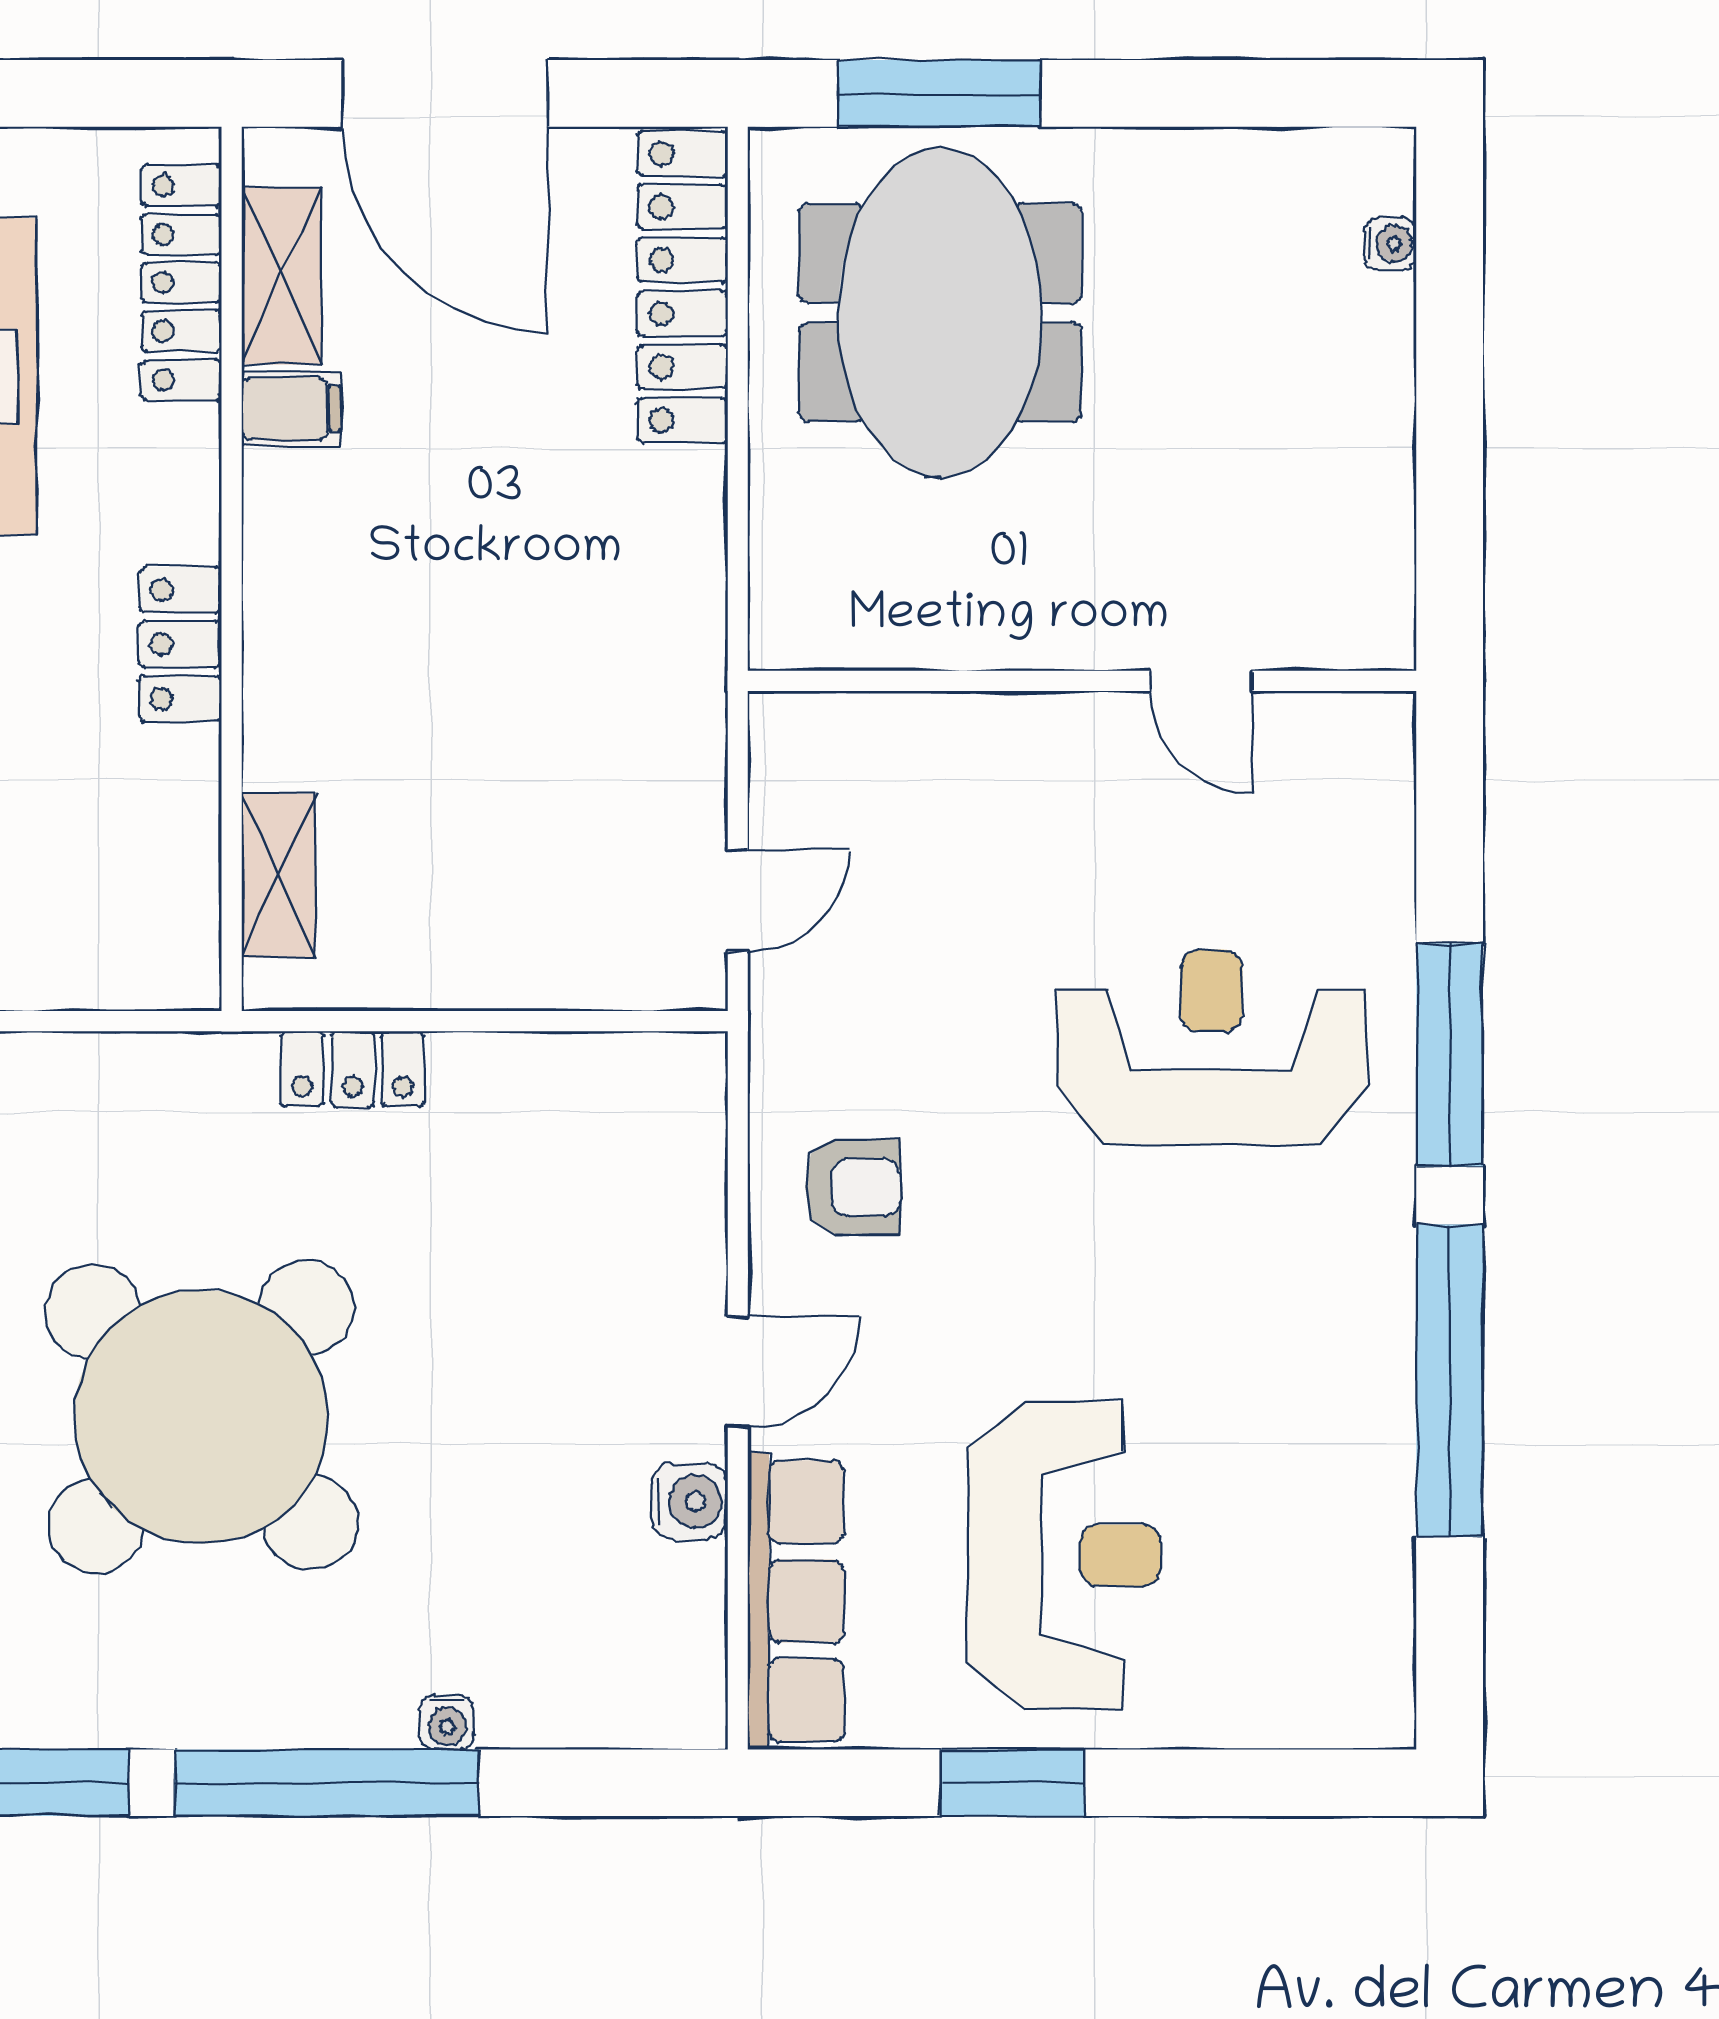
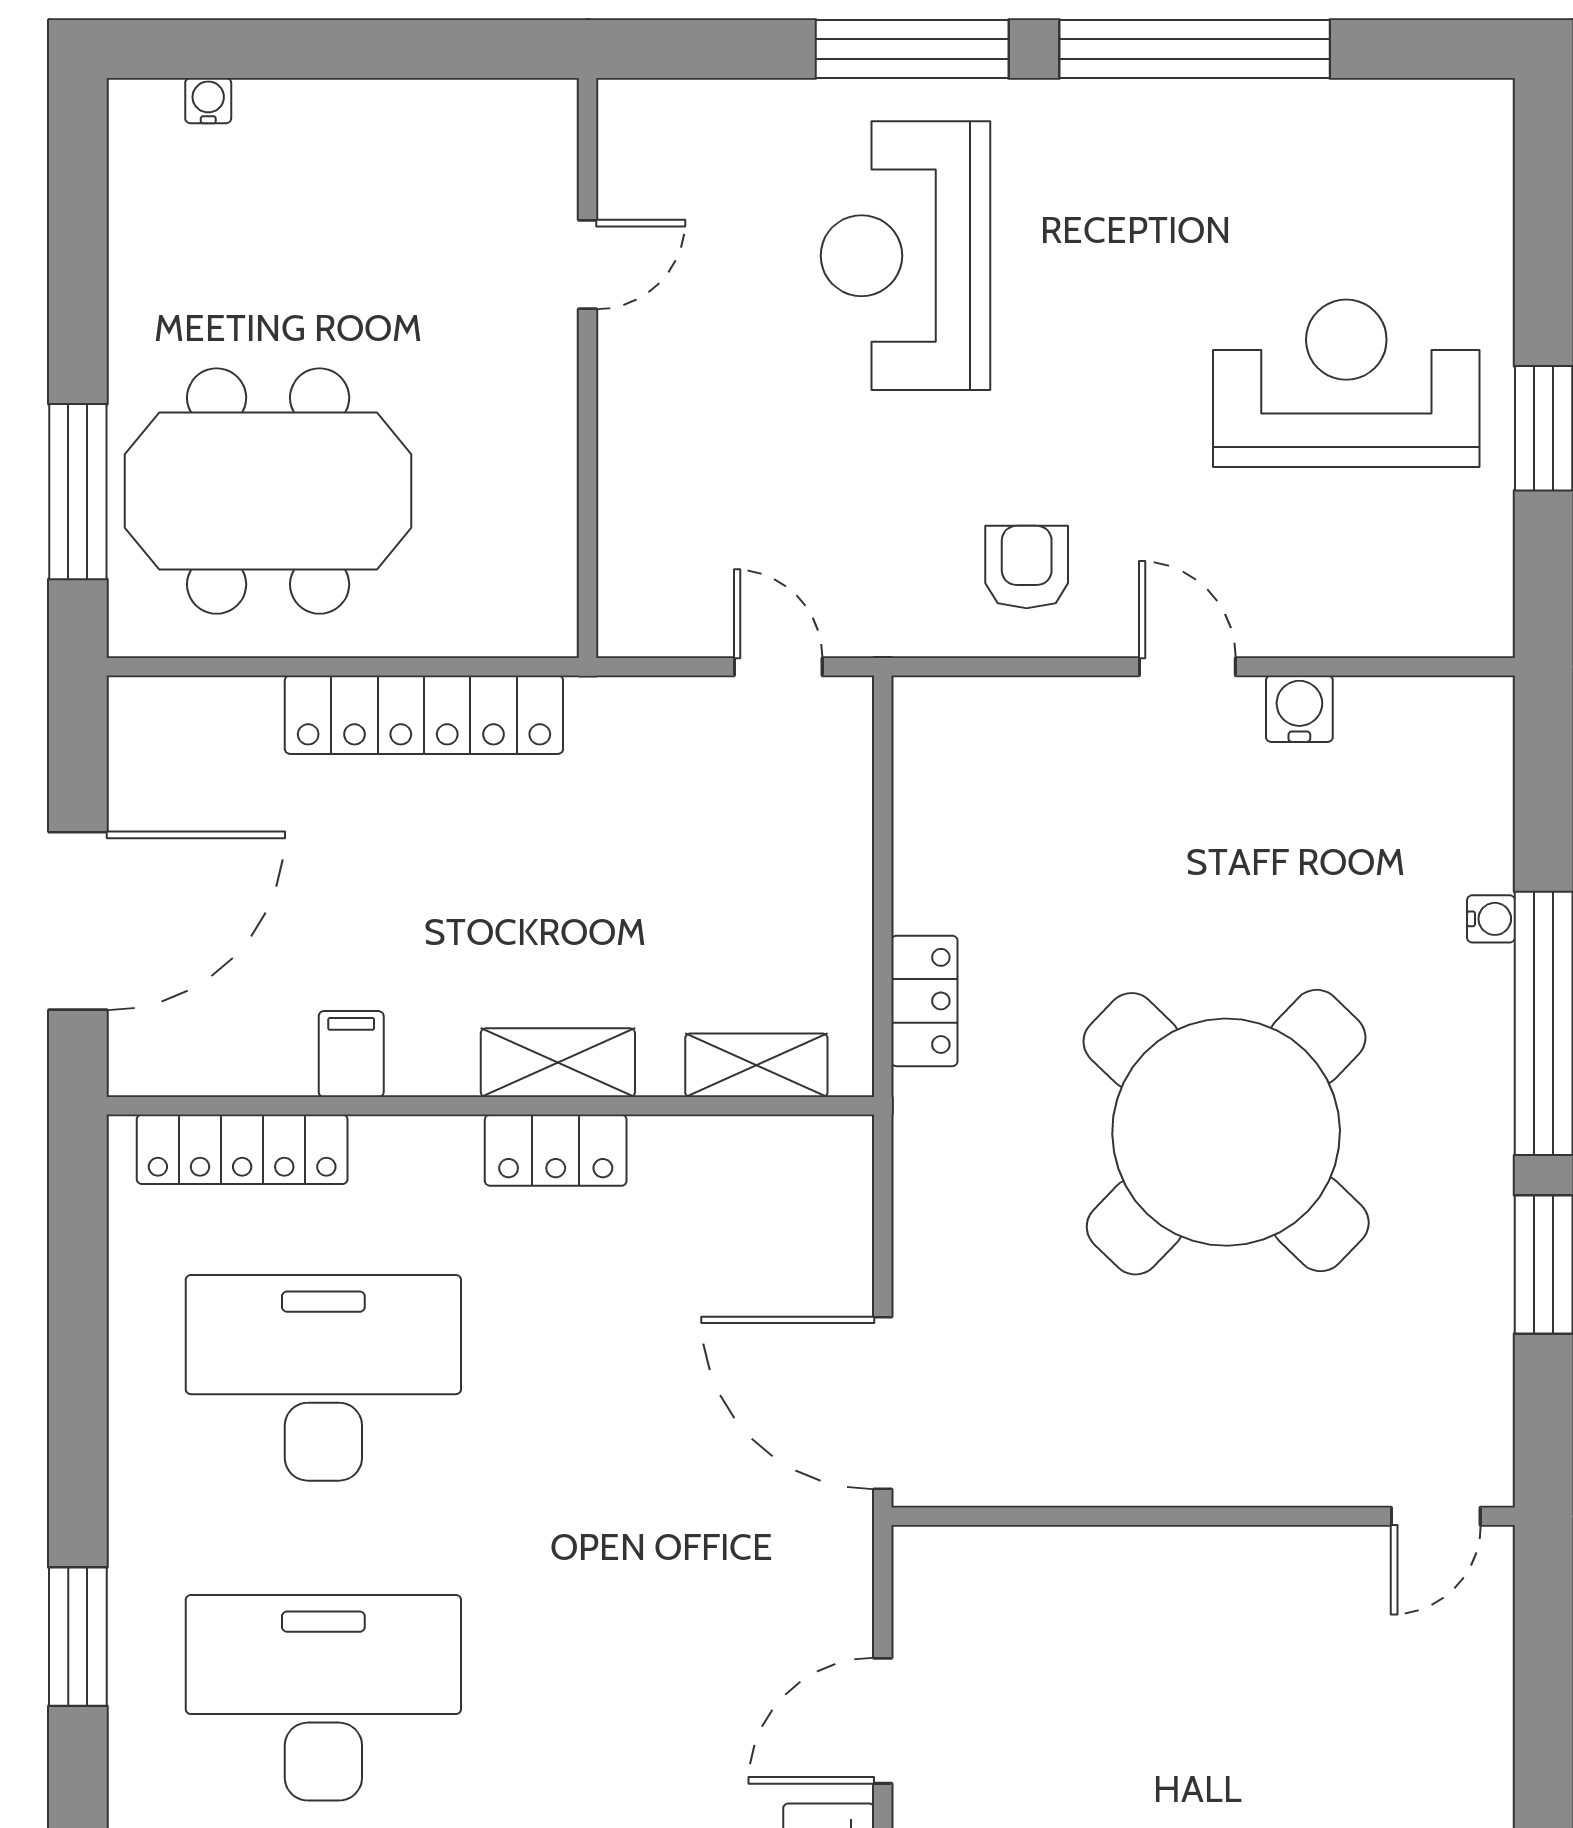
shelving: (281, 276) -> (558, 1063), moved
locker: (682, 287) -> (424, 715), moved
row of seats: (796, 1601) -> (1386, 616), removed

